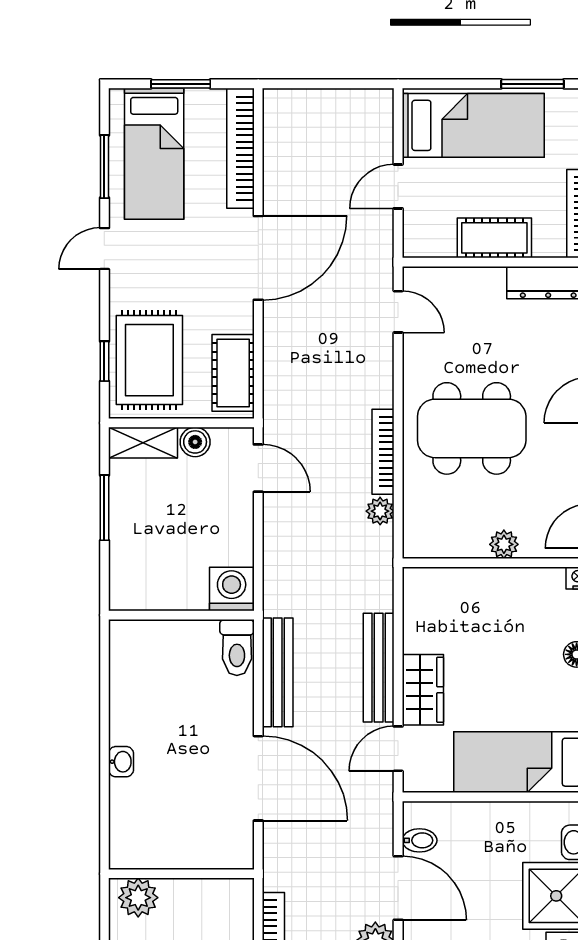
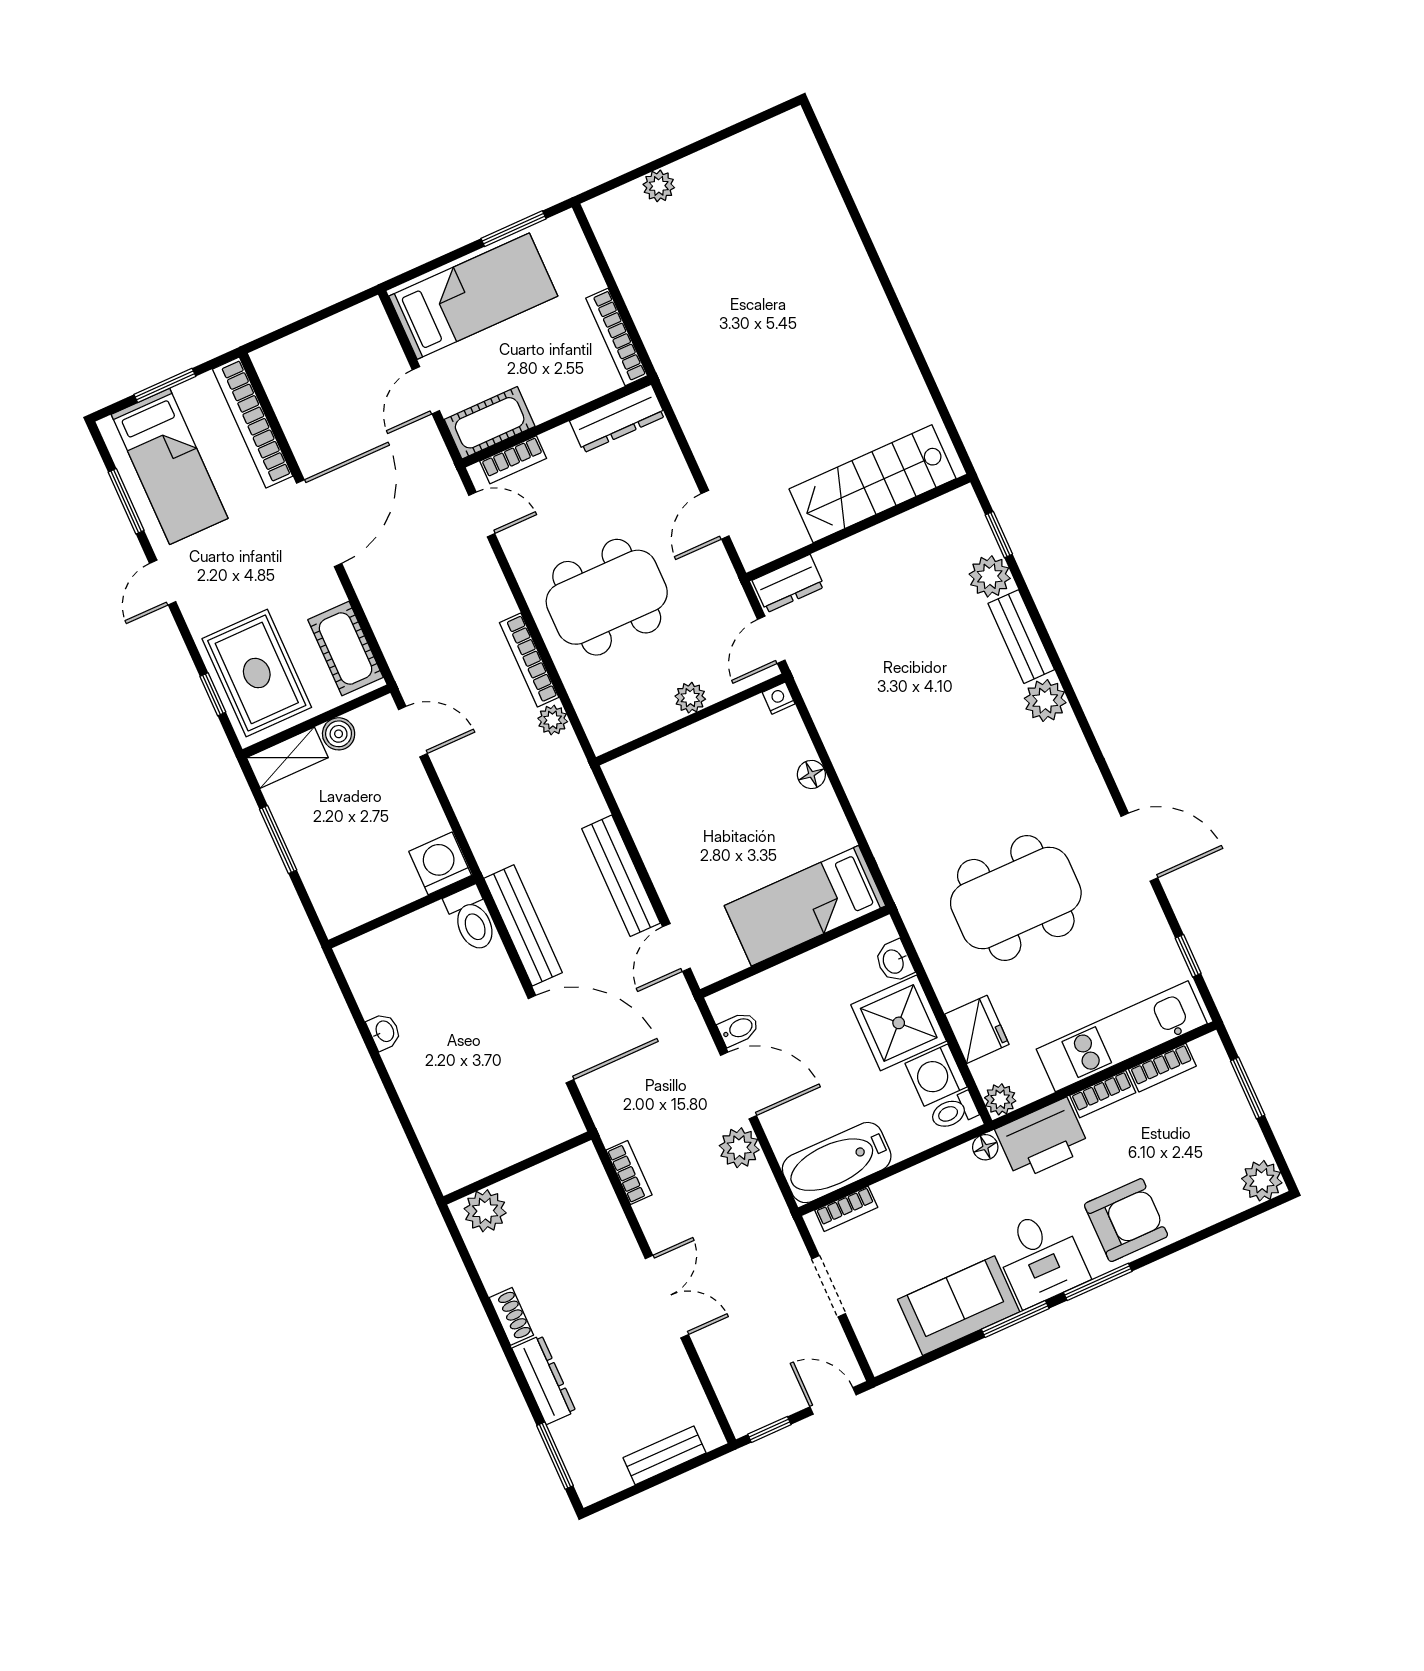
cot: (494, 238) -> (490, 423), moved
bookcase: (445, 278) -> (513, 460), added
wardrobe: (423, 690) -> (675, 878), removed
washbasin: (121, 762) -> (384, 1032), moved

